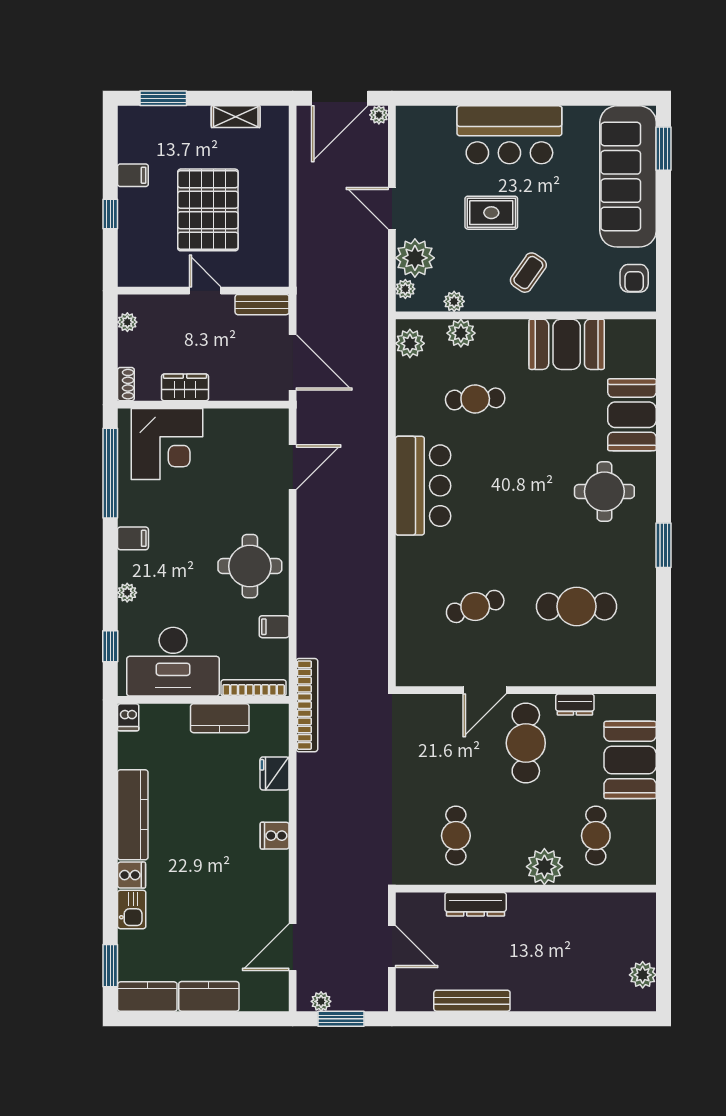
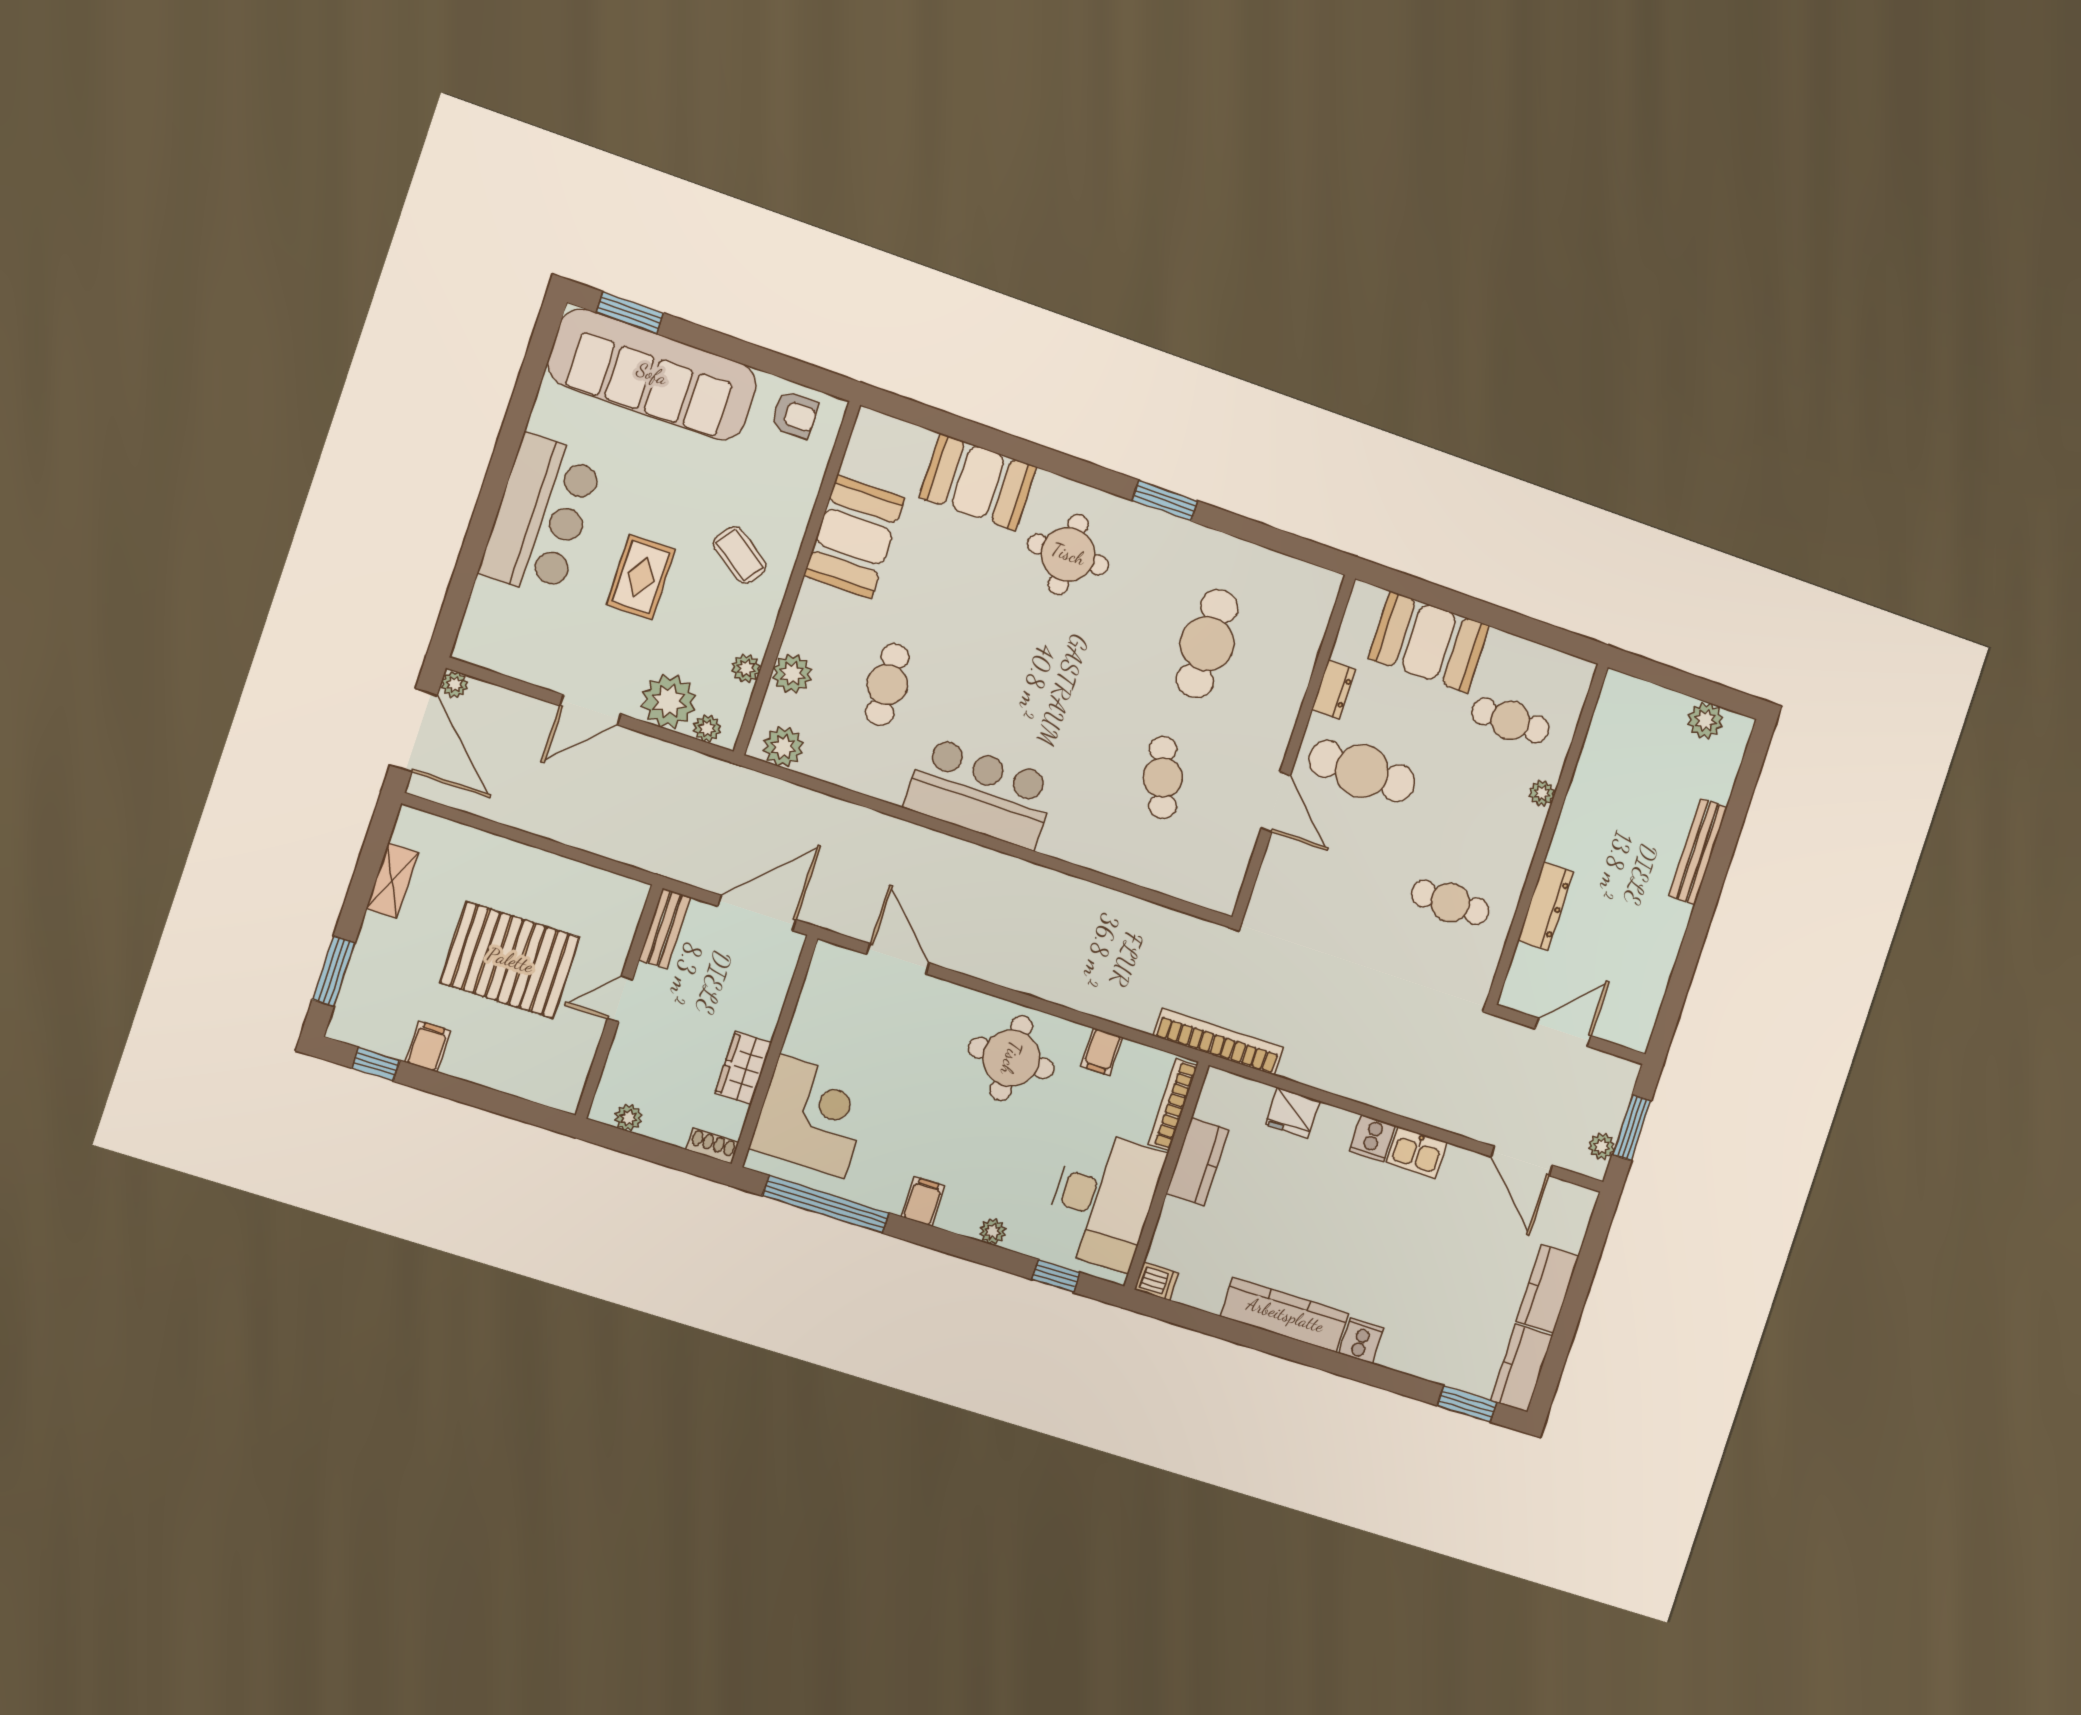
window: (110, 214) -> (376, 1064), moved
plant: (544, 867) -> (1542, 793), width x0.53, depth x0.53
kitchen sink: (132, 909) -> (1417, 1152), moved, turned 180
bench: (472, 1001) -> (1698, 852), moved

